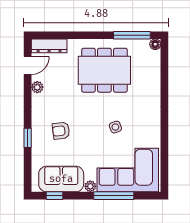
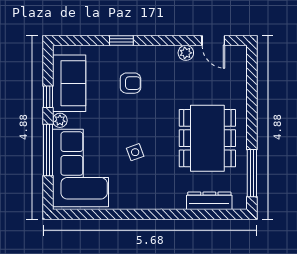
floor lamp: (155, 44) -> (240, 203), removed
dresser: (49, 46) -> (209, 201), moved, turned 90
armchair: (61, 131) -> (130, 83), turned 97
window: (54, 196) -> (48, 97), moved

